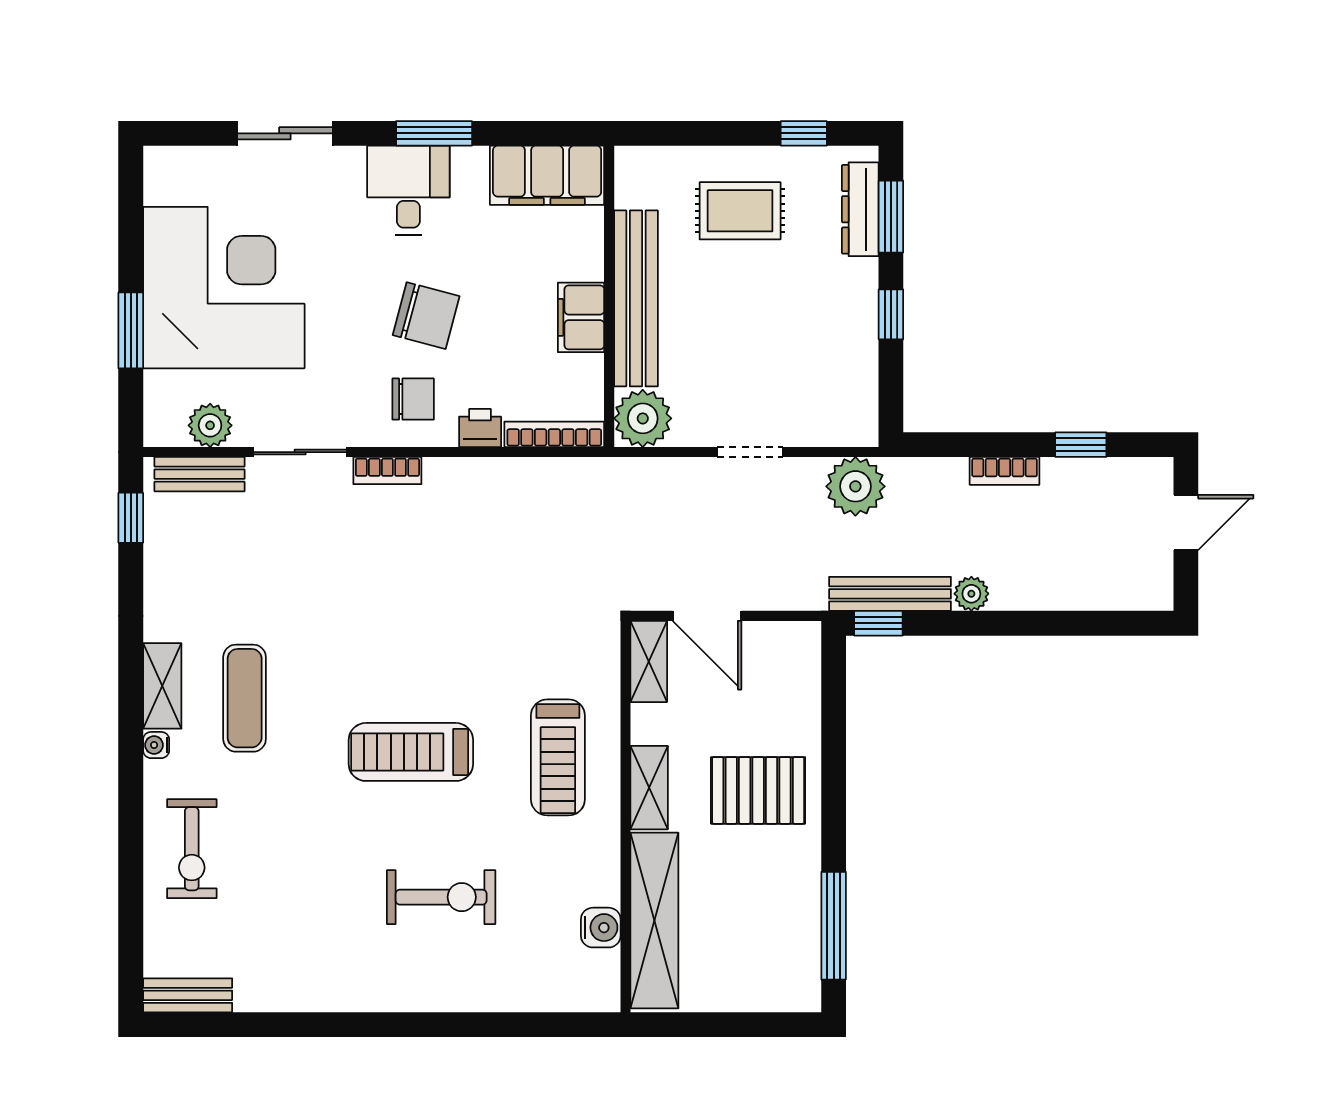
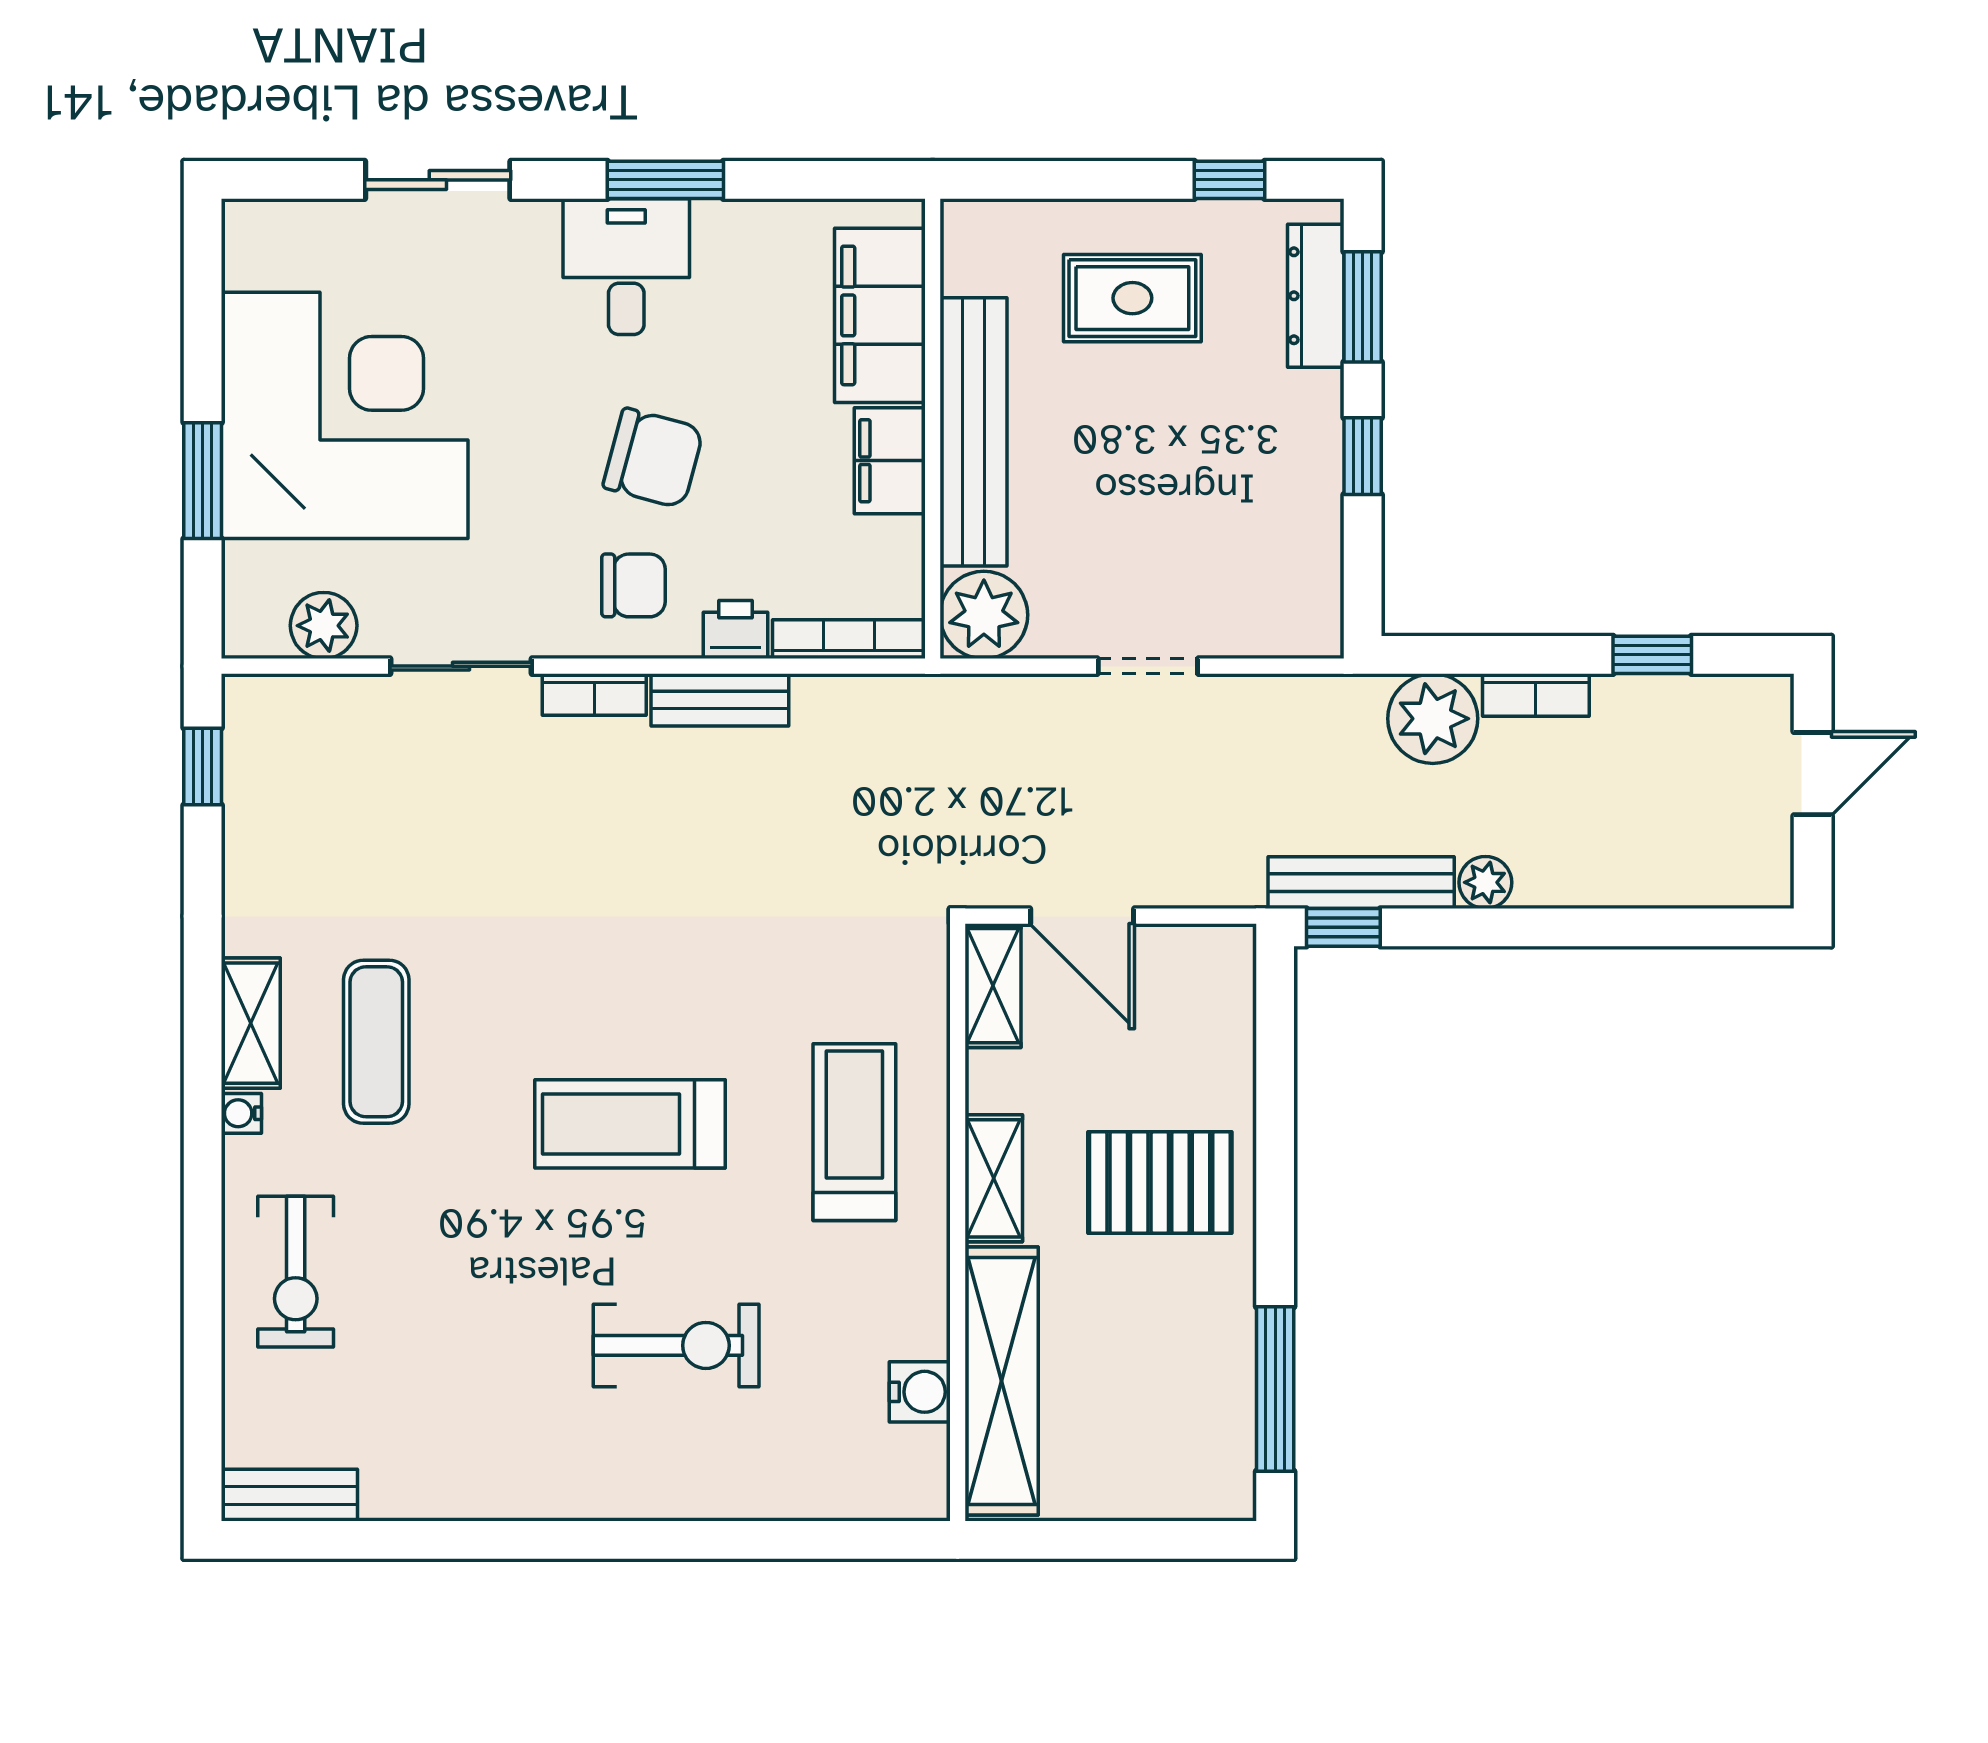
filing cabinet: (547, 175) -> (880, 315), moved, turned 90
bench: (199, 474) -> (720, 700), moved
plant: (855, 486) -> (1433, 719), moved
treadmill: (558, 757) -> (854, 1132), turned 180

